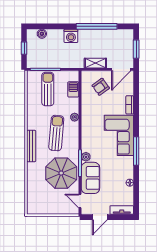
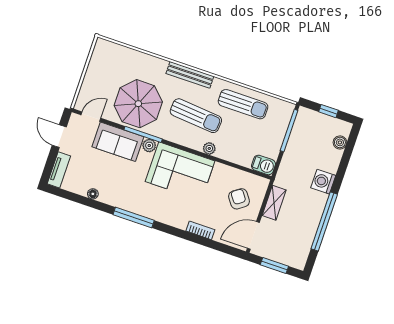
door: (121, 69) -> (253, 235), hinge flipped
sun lounger: (48, 89) -> (243, 104), moved
barbecue: (73, 89) -> (264, 165), moved
corner sofa: (119, 135) -> (180, 171), moved, turned 180

